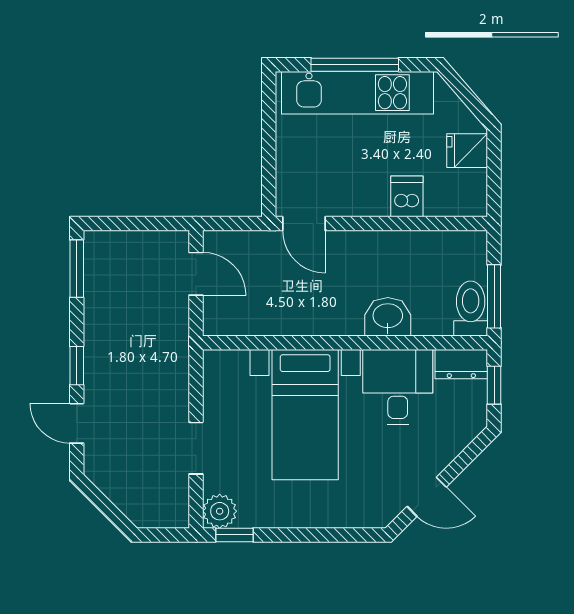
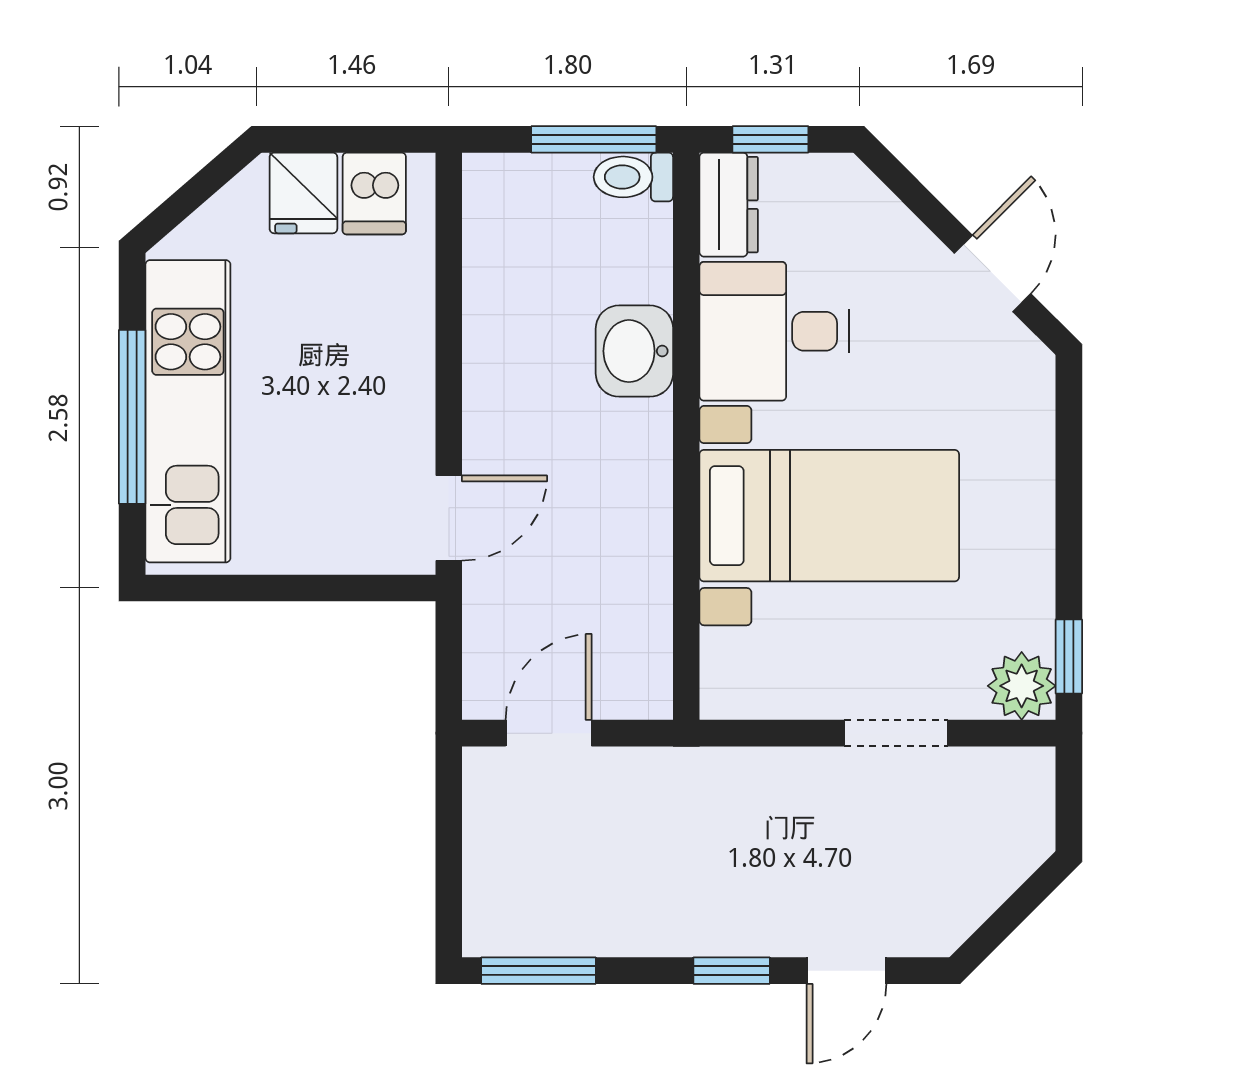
dishwasher: (407, 196) -> (374, 193), moved, turned -90
toilet: (471, 309) -> (633, 177), width x0.73, depth x0.72

